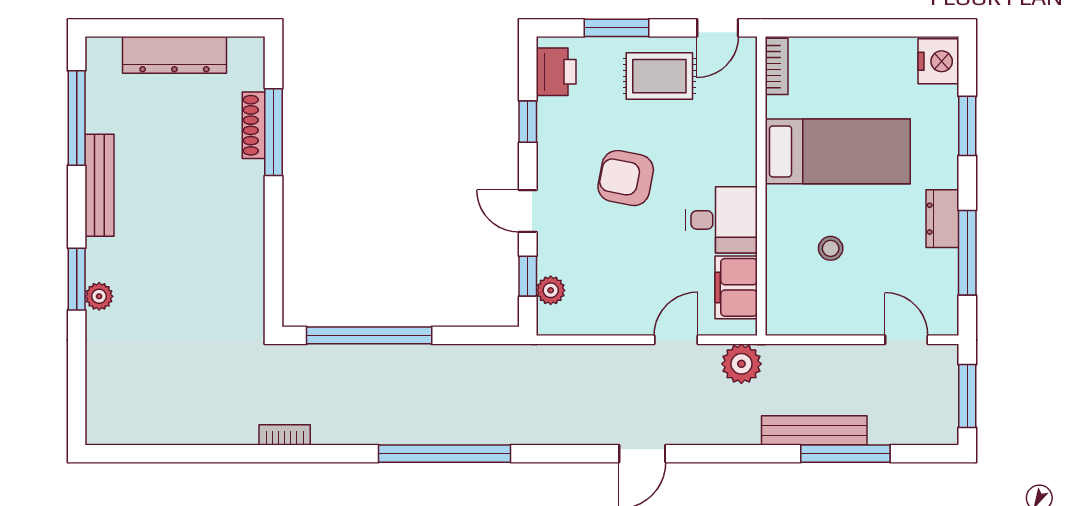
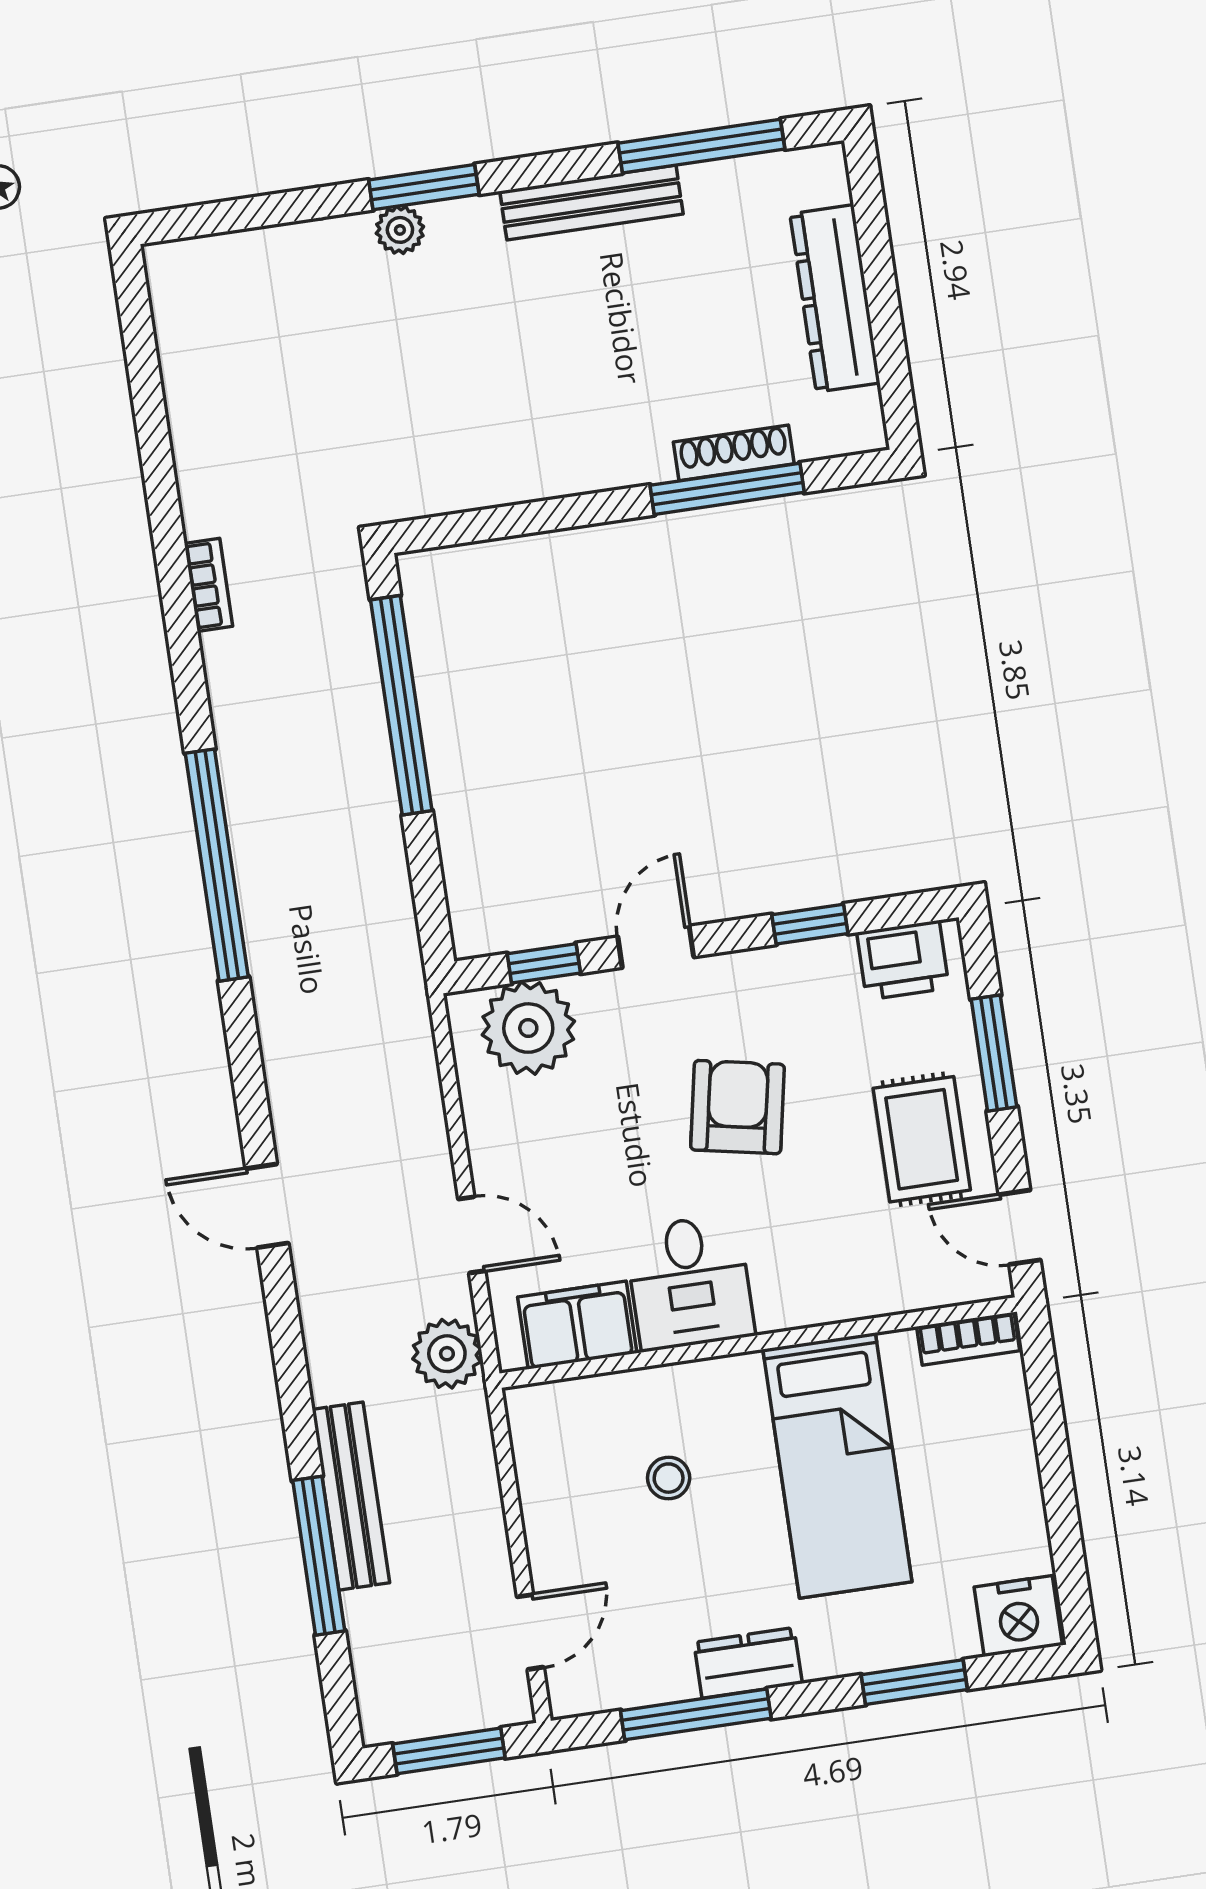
plant: (551, 290) -> (528, 1028), width x1.88, depth x1.88

